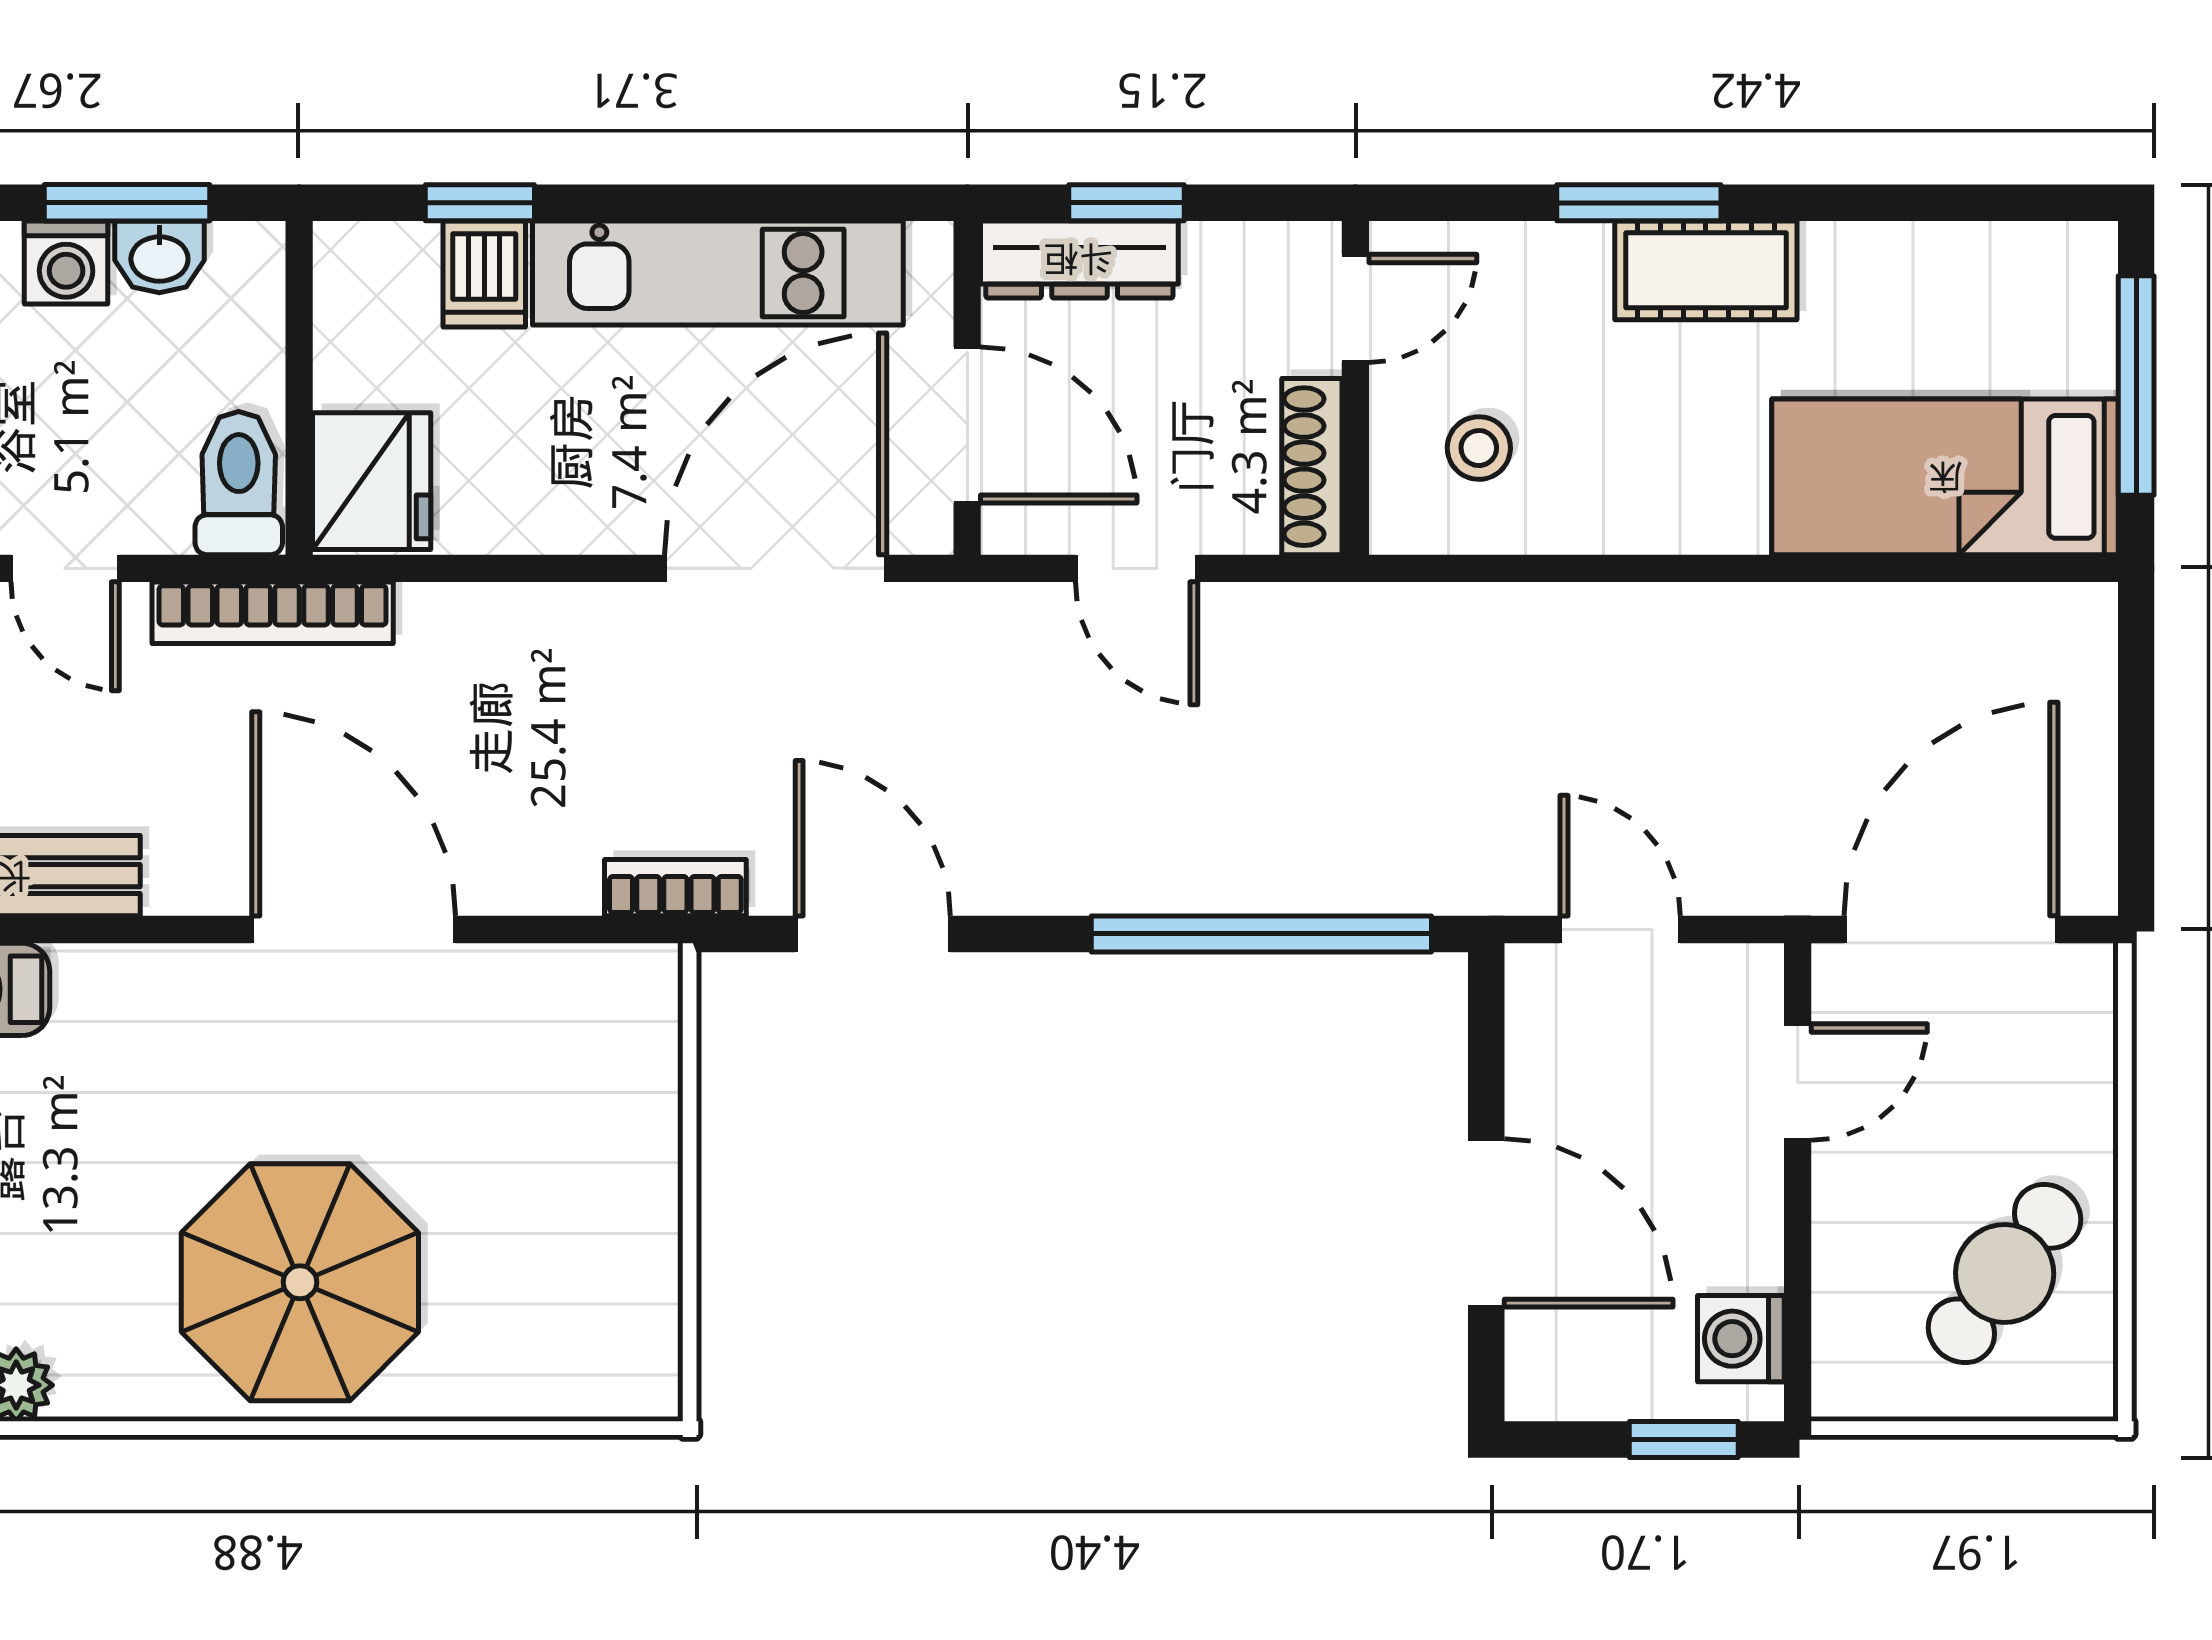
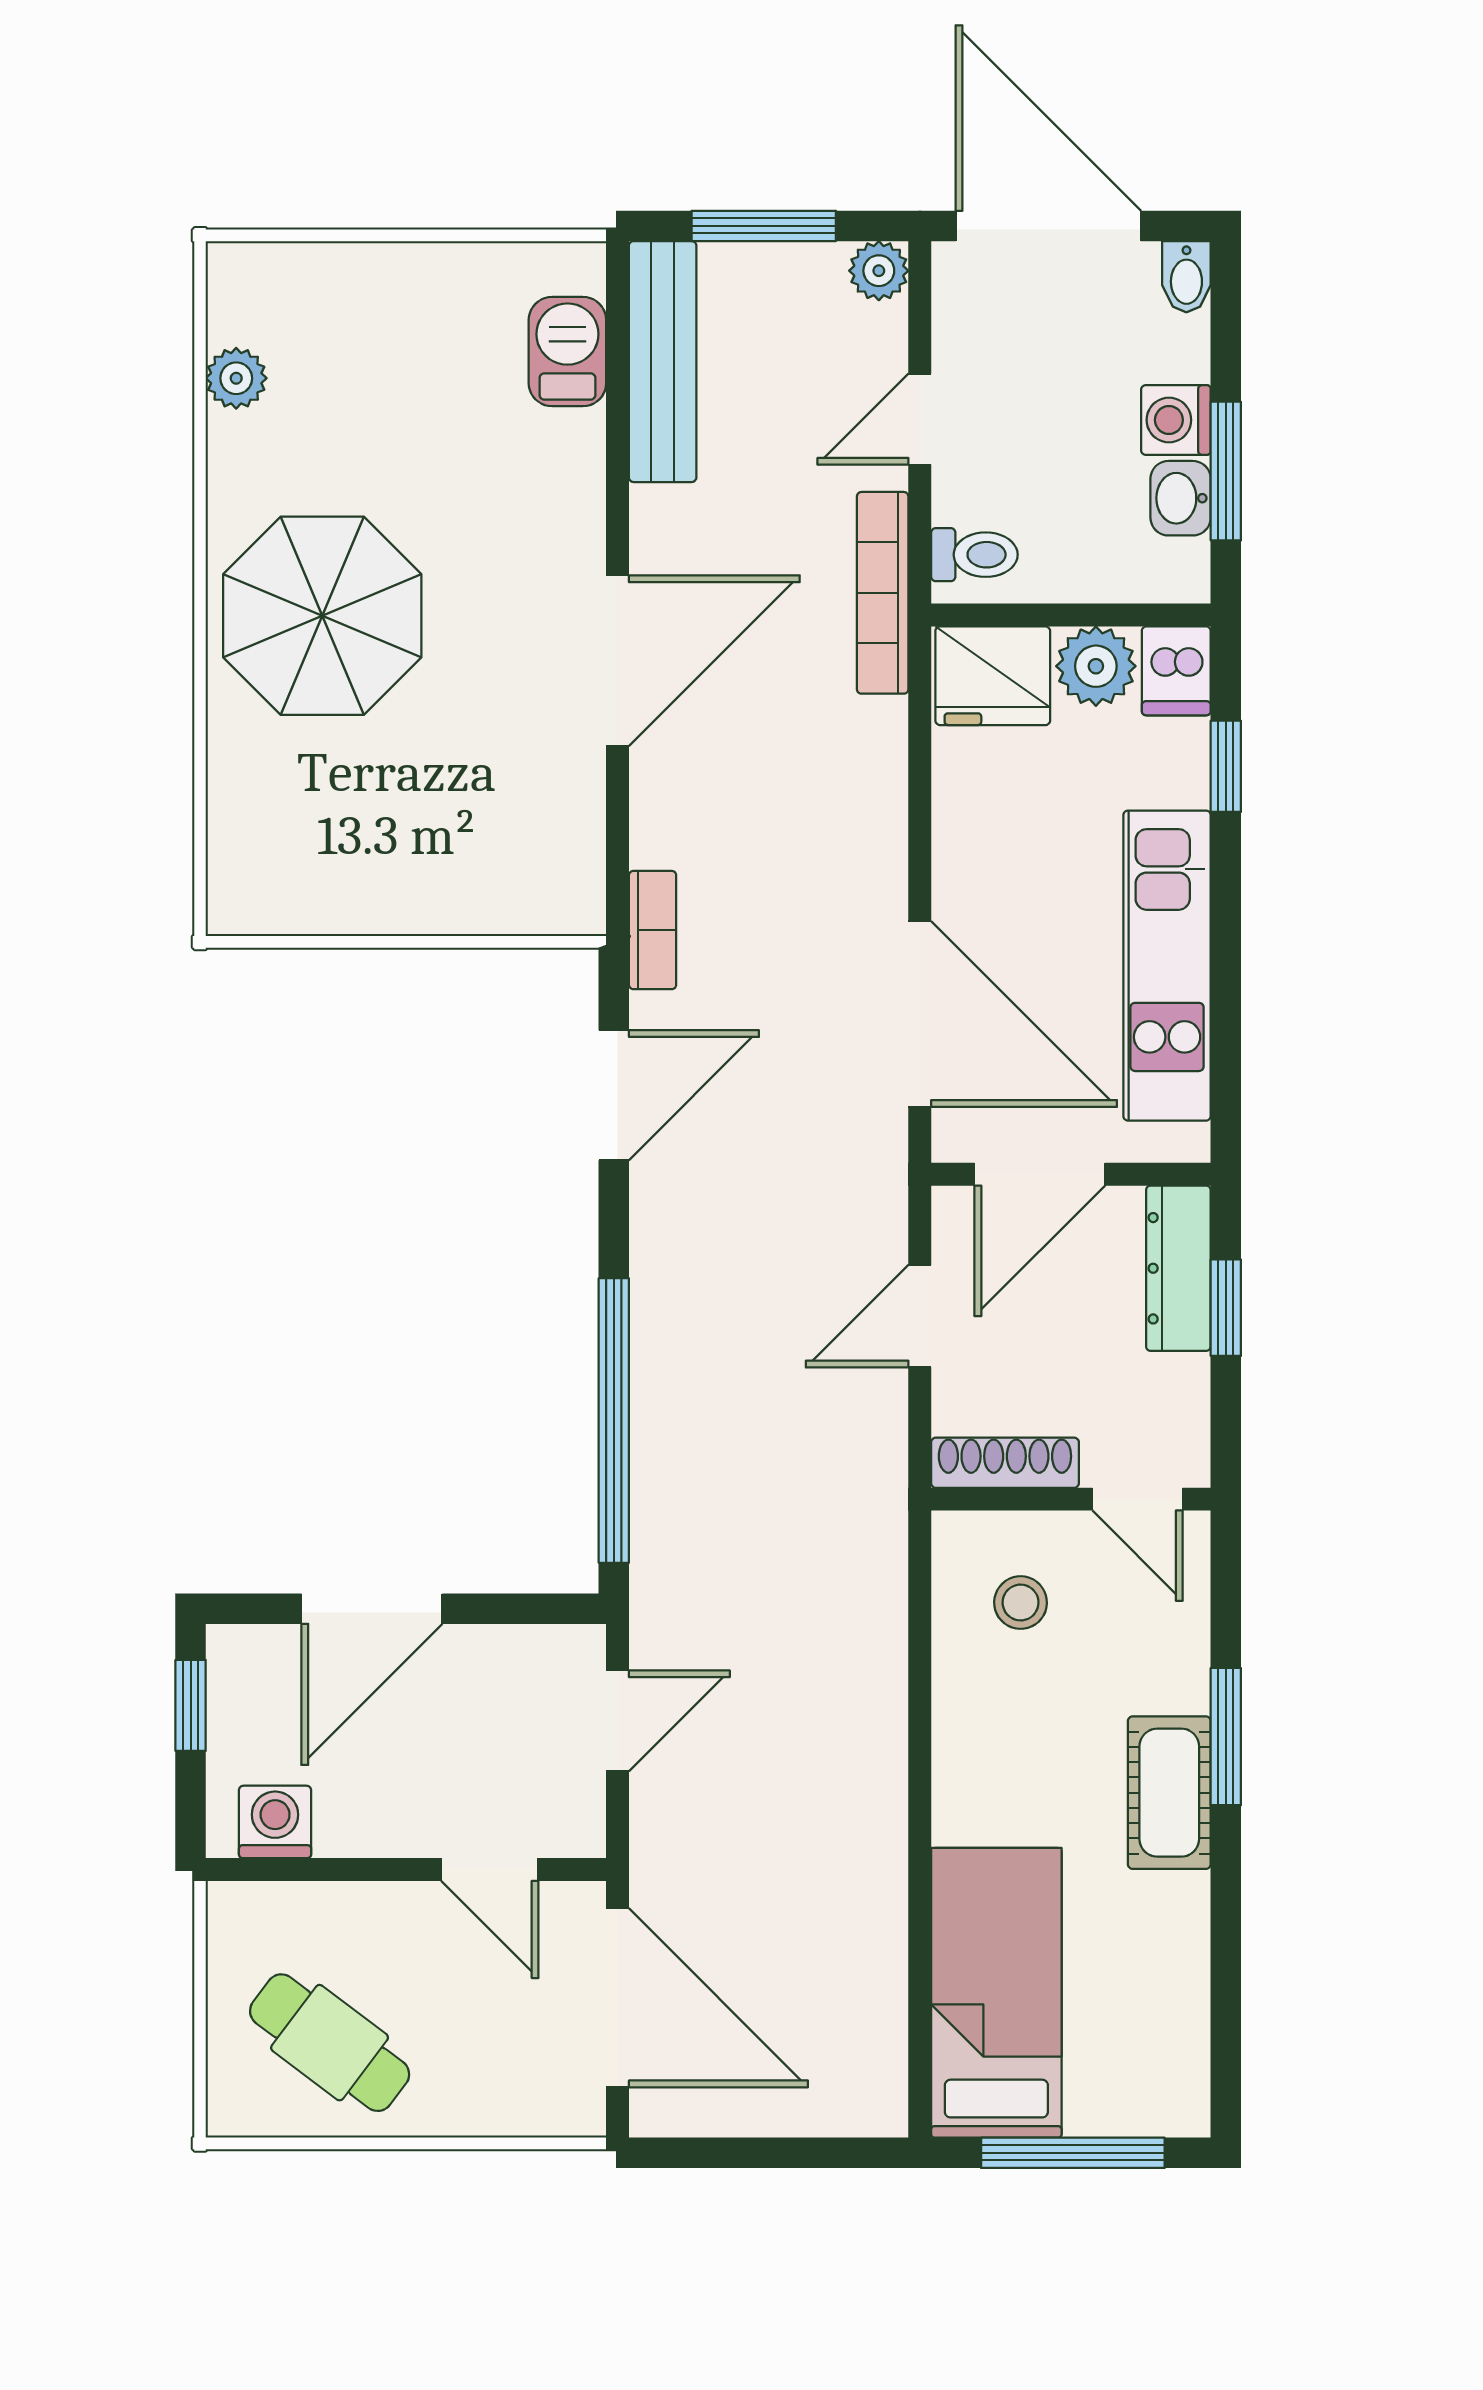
dishwasher: (484, 274) -> (1176, 671), moved, turned -90
plant: (360, 358) -> (1096, 666), added
toilet: (239, 483) -> (974, 555), width x0.73, depth x0.72
window: (1684, 1440) -> (191, 1705), moved

